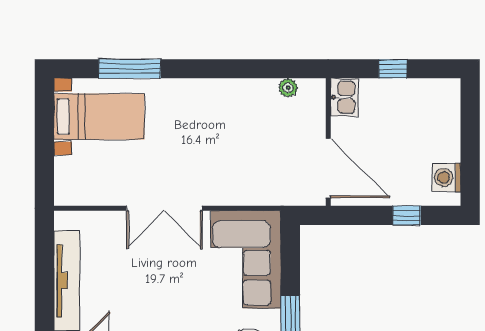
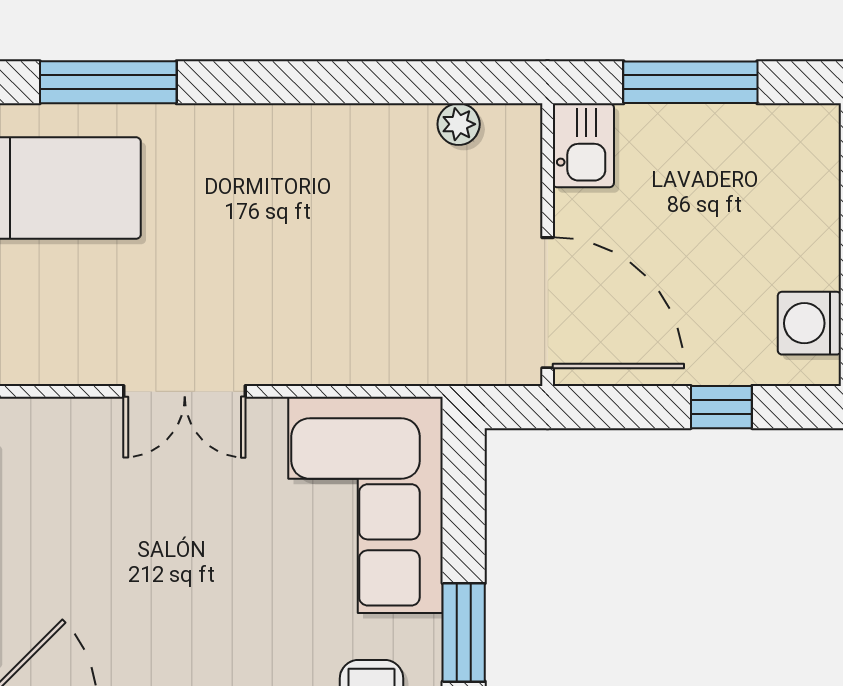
window: (393, 69) -> (690, 82), width x2.17
double door: (164, 208) -> (185, 391), width x0.73

